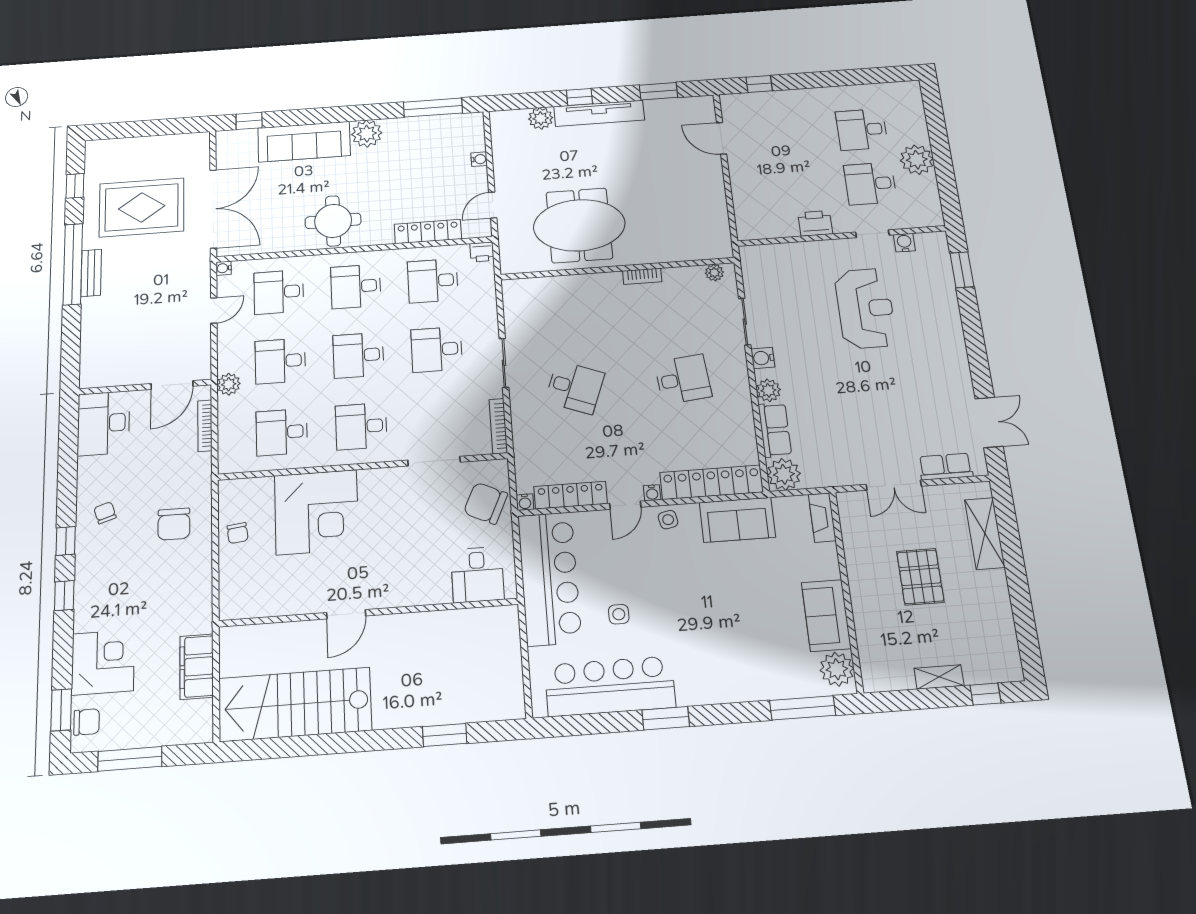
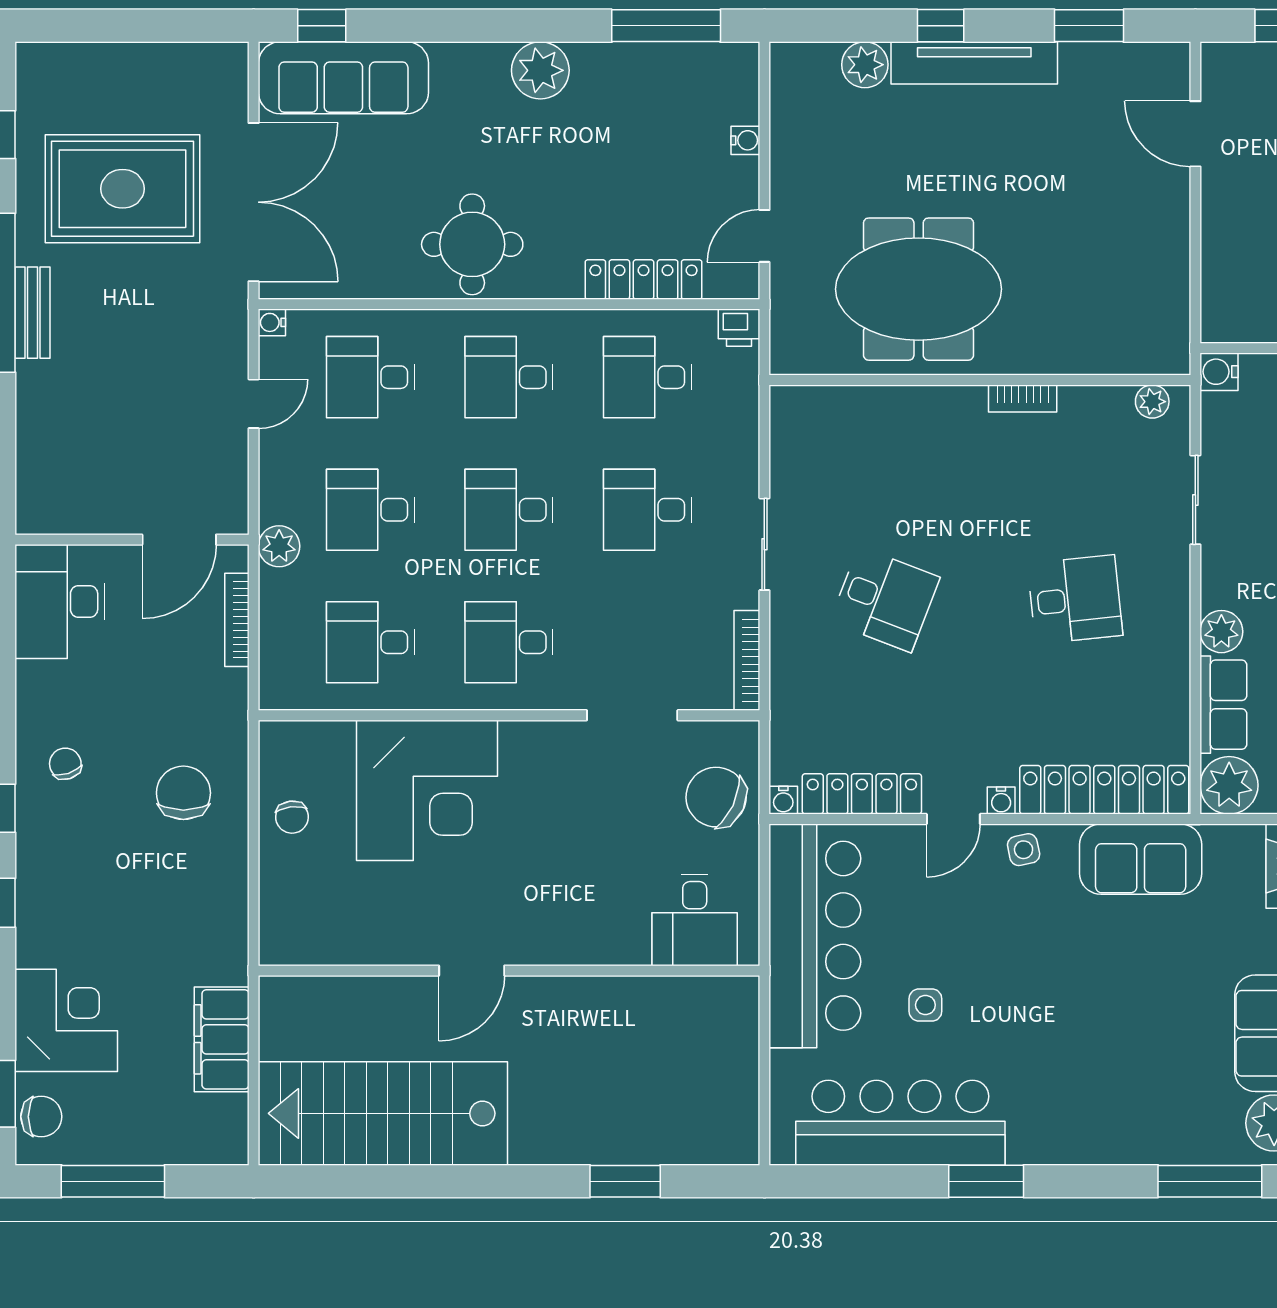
sofa: (304, 142) -> (343, 78), moved
water cooler: (763, 358) -> (1219, 372), moved
chair: (174, 524) -> (183, 793), turned 180

